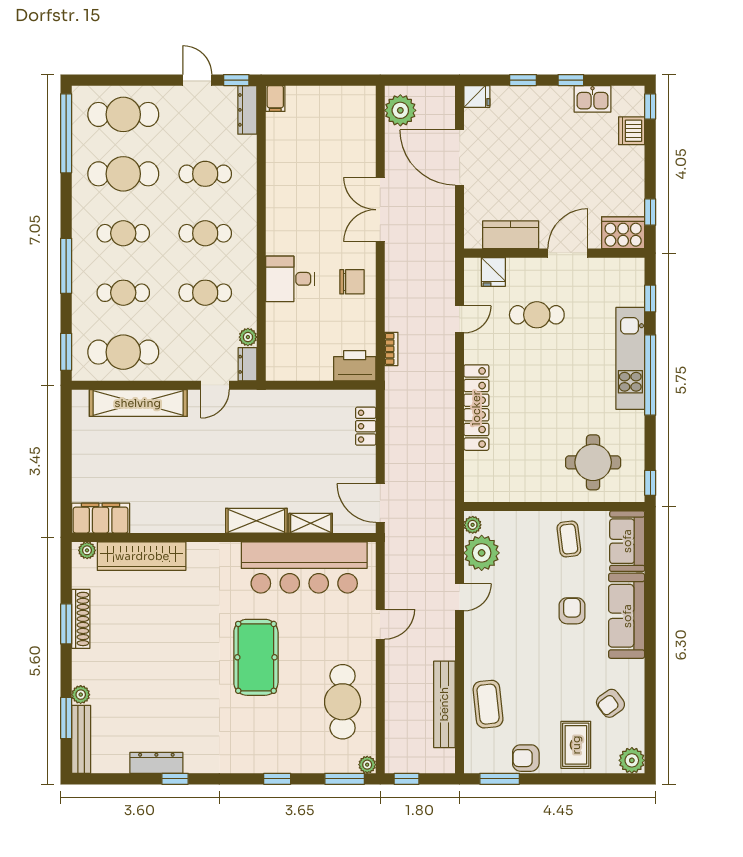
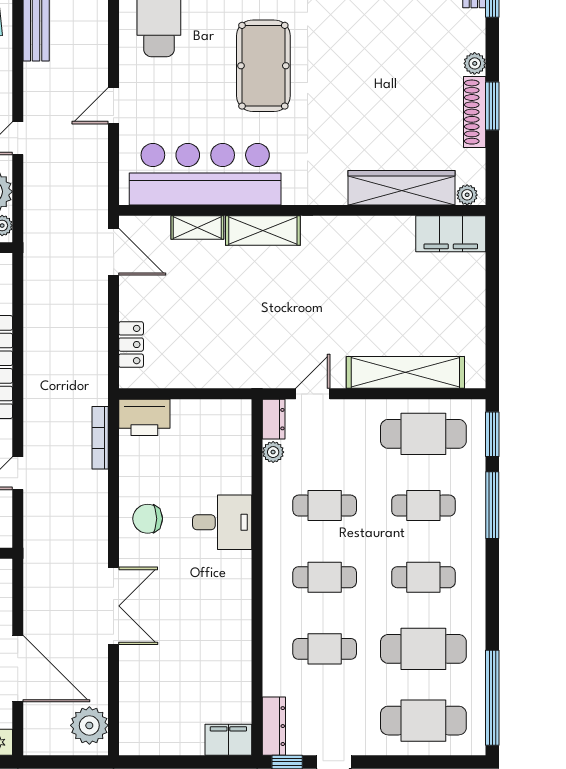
filing cabinet: (275, 98) -> (228, 740), width x2.00
window: (66, 266) -> (492, 505), moved
bookcase: (391, 349) -> (100, 438), width x1.56
plant: (81, 695) -> (475, 63), moved

